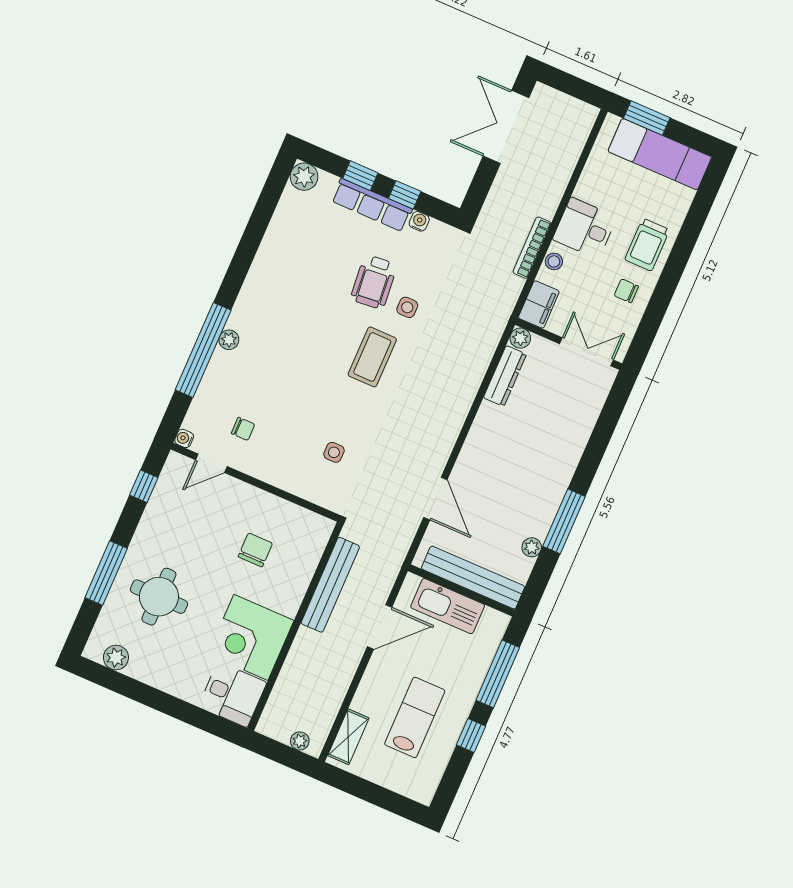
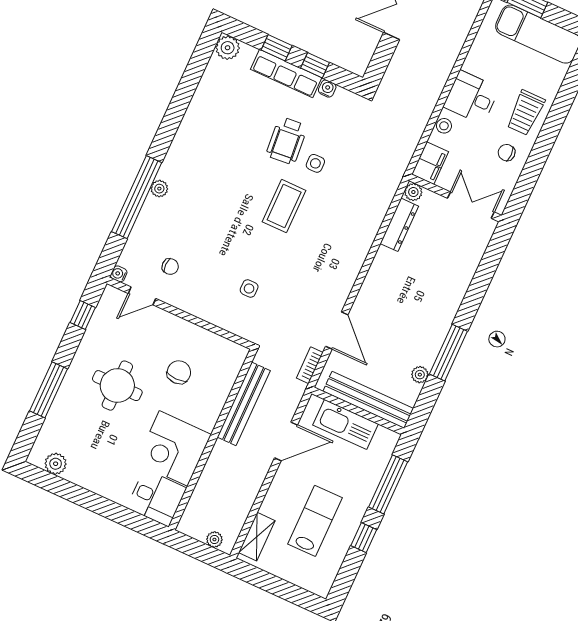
bookcase: (532, 248) -> (310, 365), moved, width x0.64
round table: (159, 597) -> (117, 386), moved

